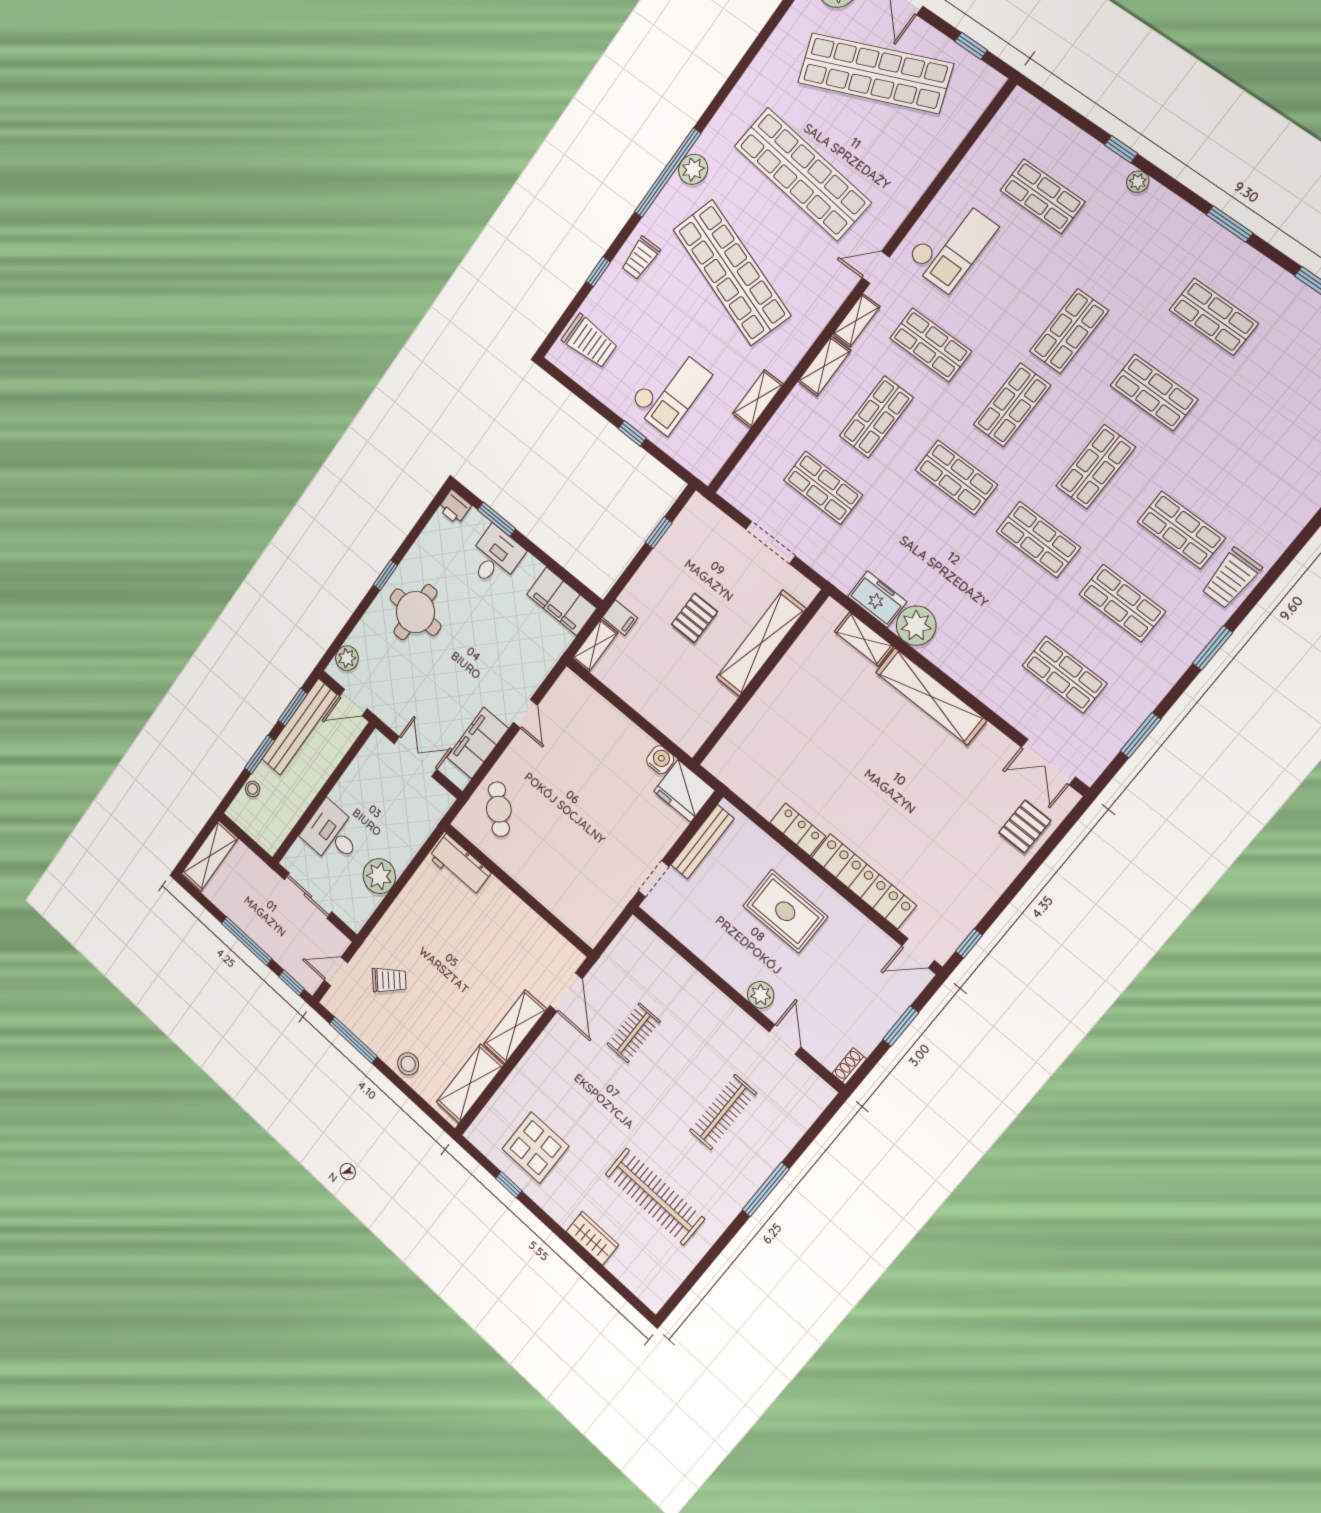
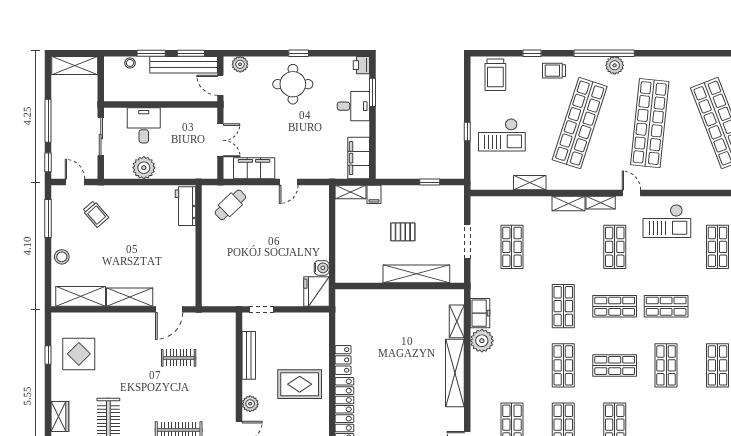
shop shelf: (876, 417) -> (563, 247), removed
bench: (702, 842) -> (249, 355), moved, turned 90
rug: (785, 911) -> (300, 384), turned 90

